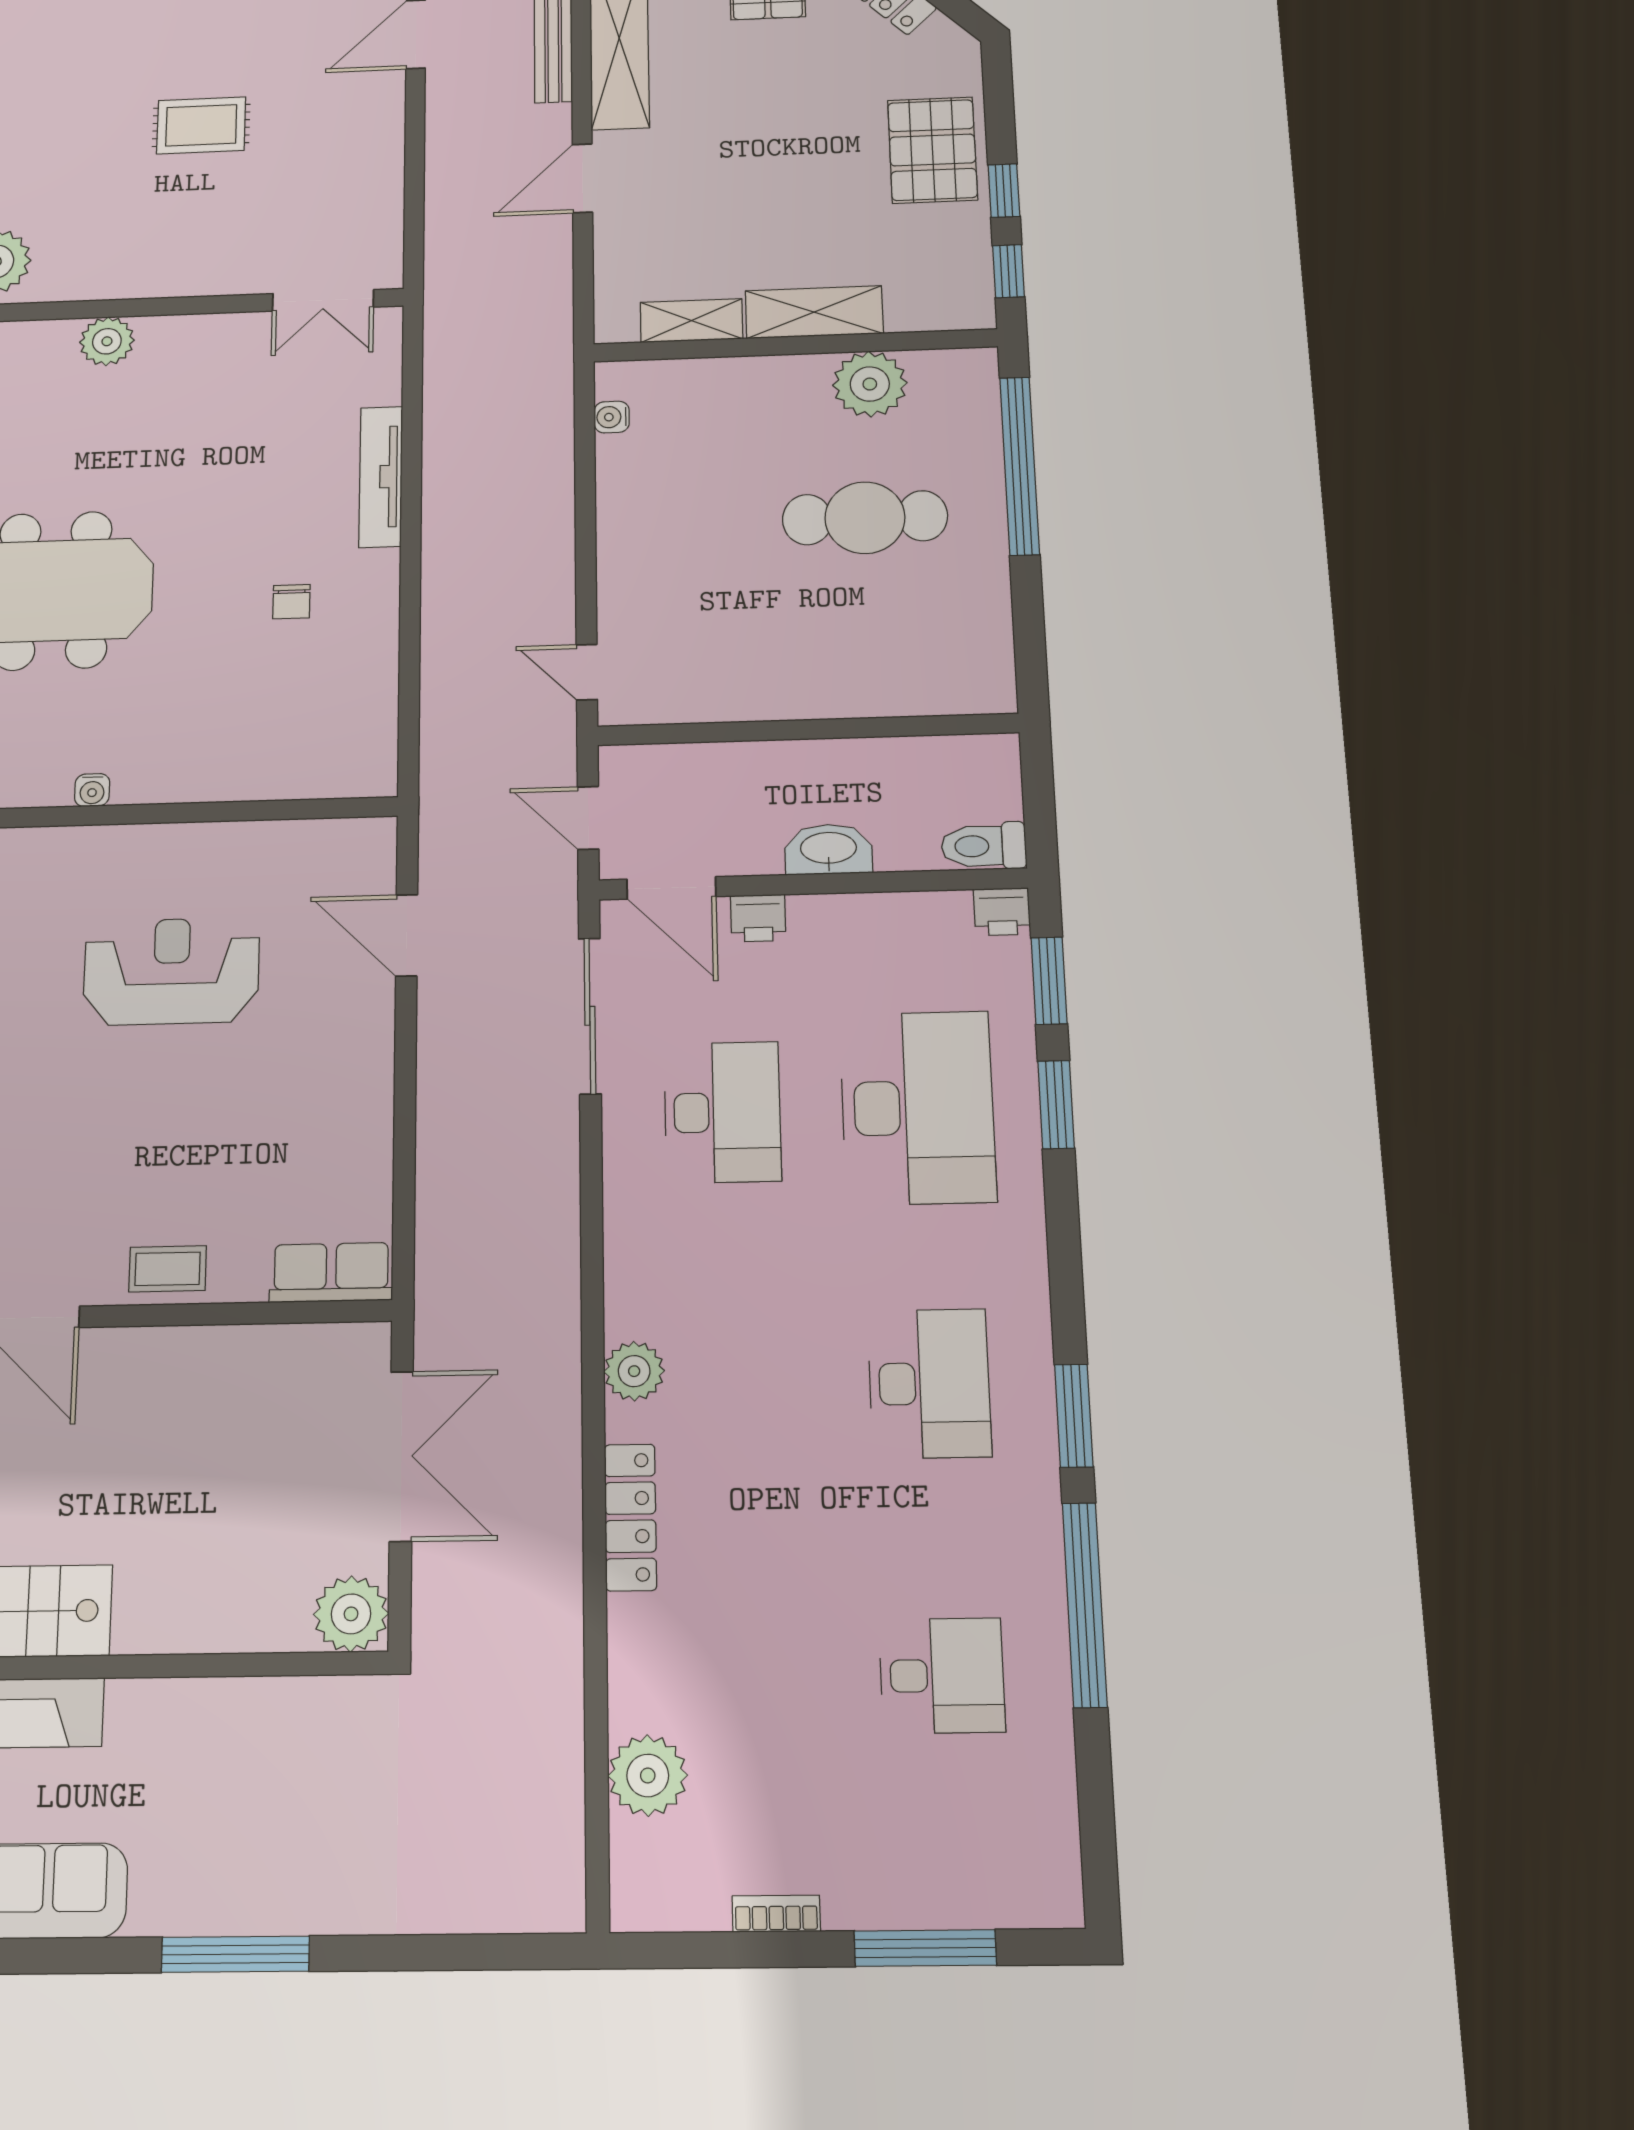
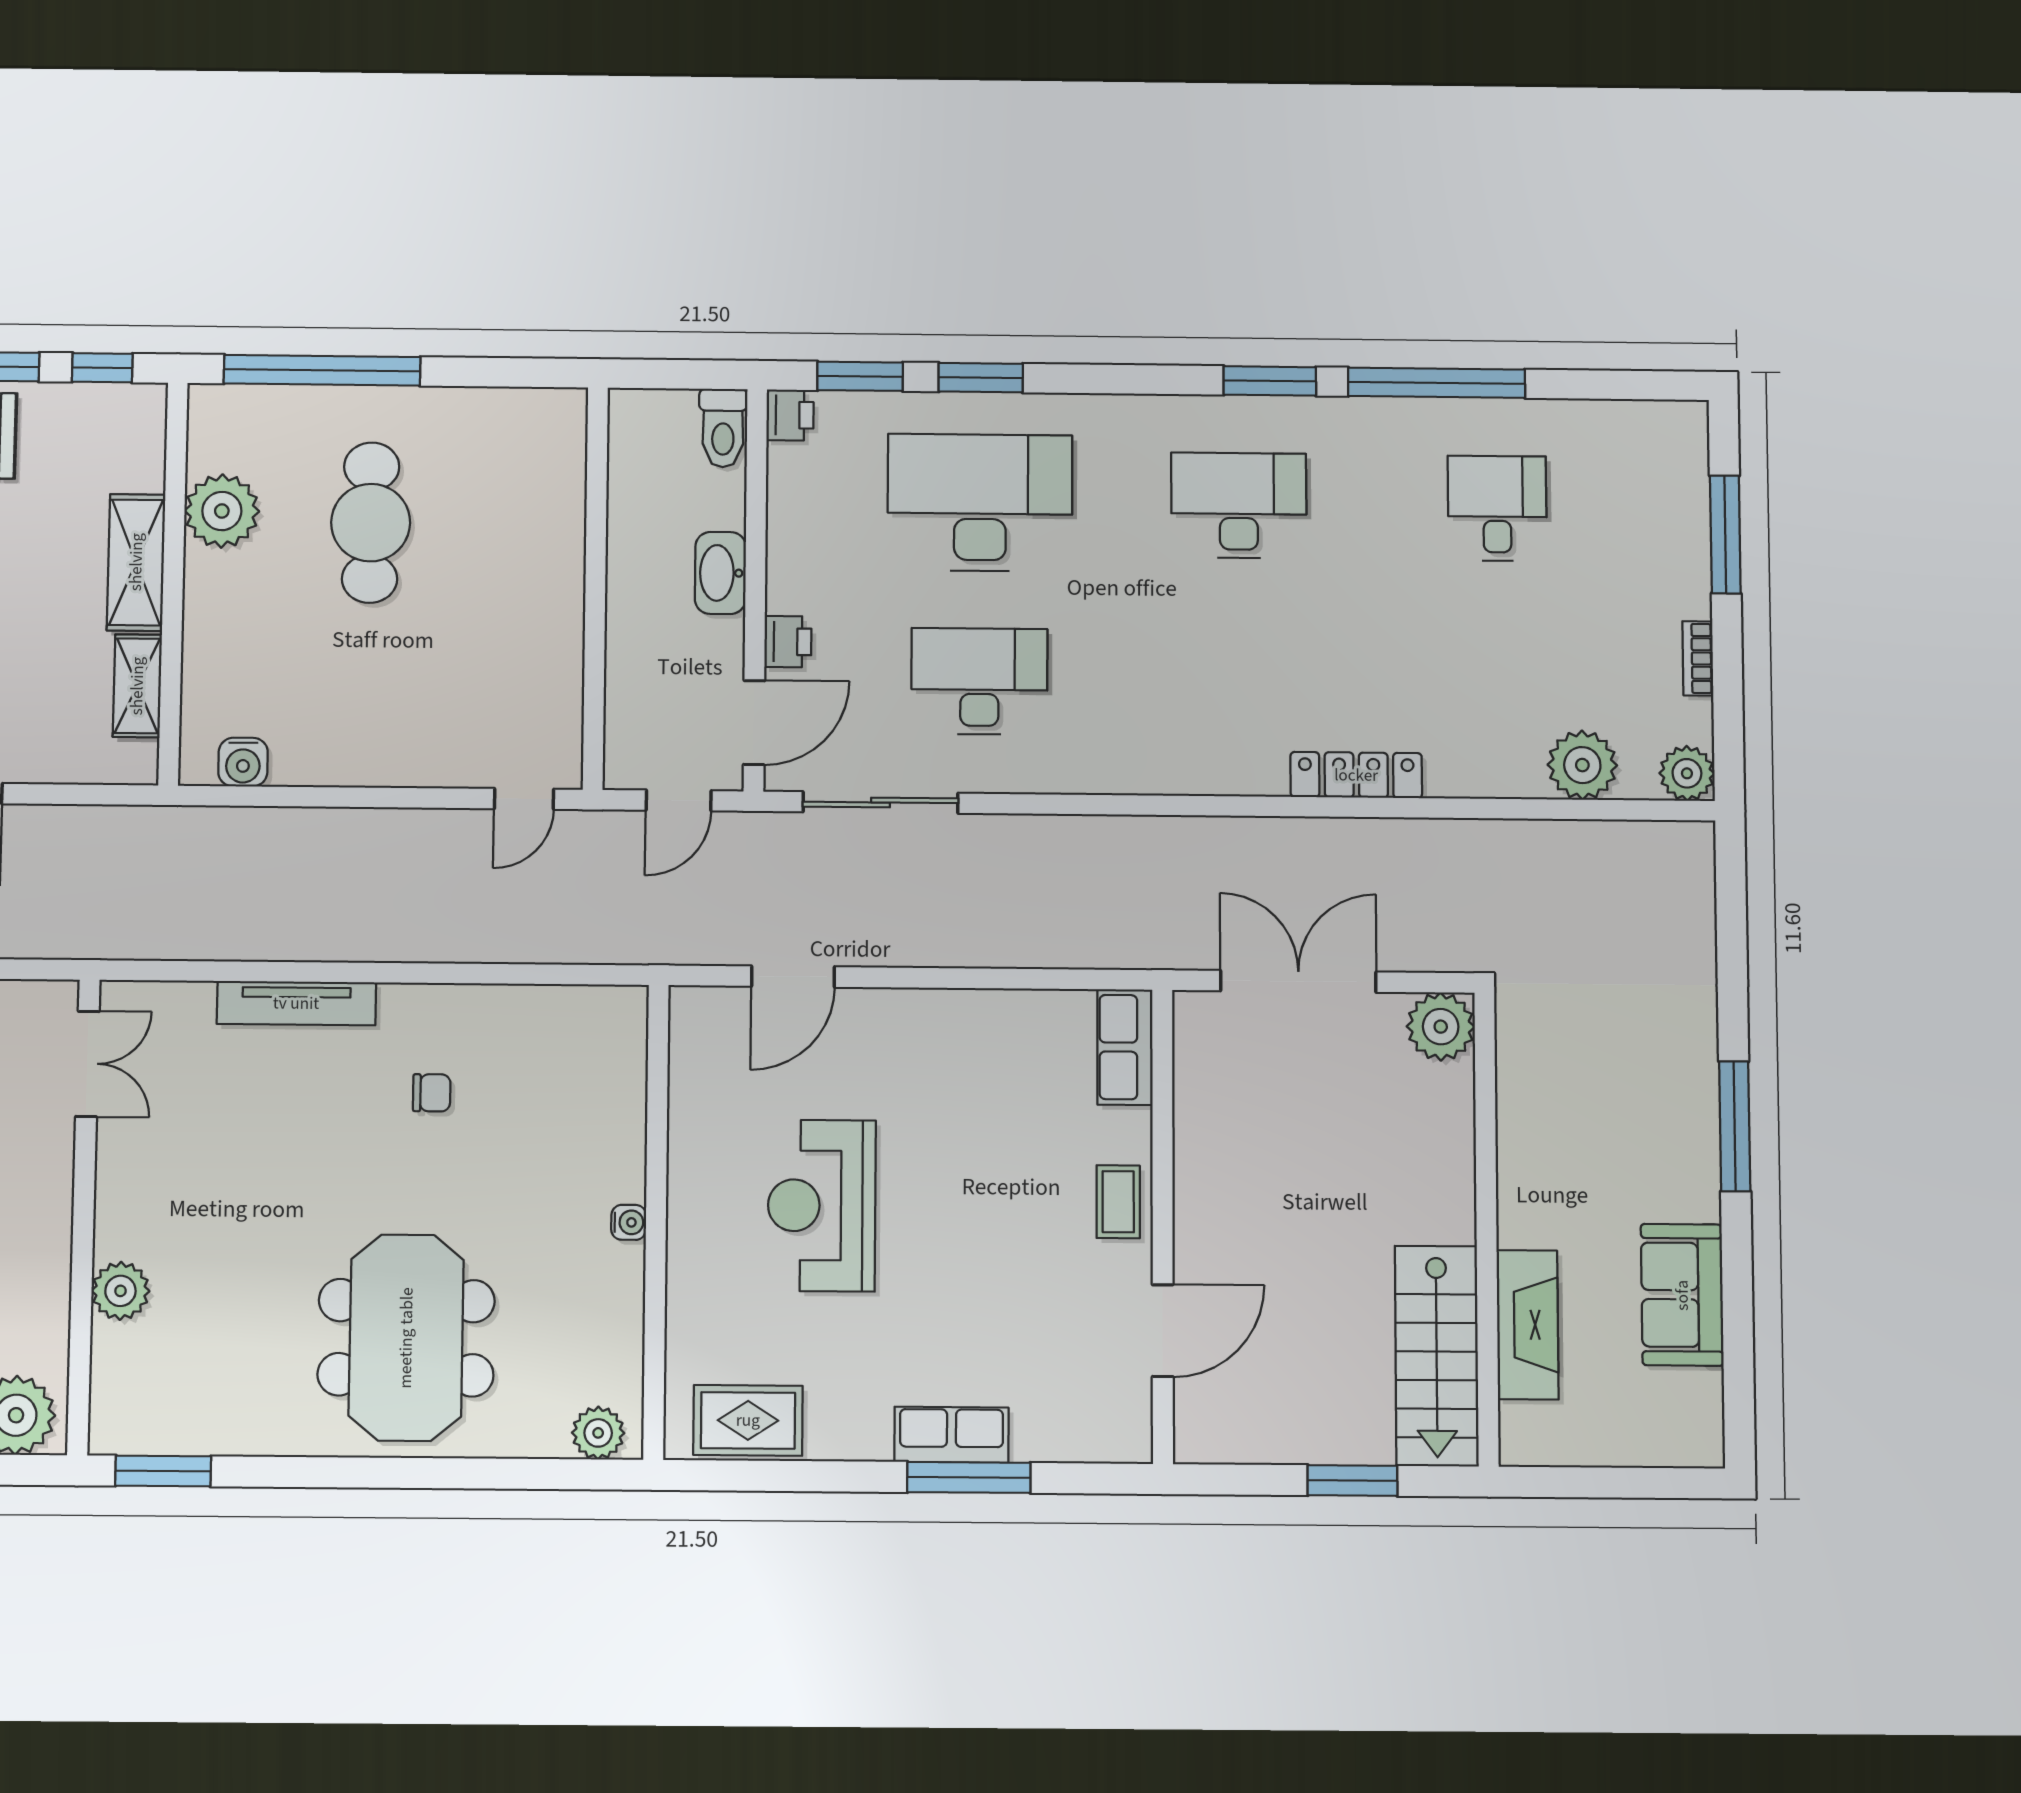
water cooler: (612, 417) -> (243, 762), width x1.38, depth x1.38
water cooler: (92, 790) -> (629, 1222), moved
plant: (634, 1371) -> (1687, 773), moved

